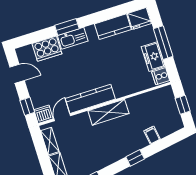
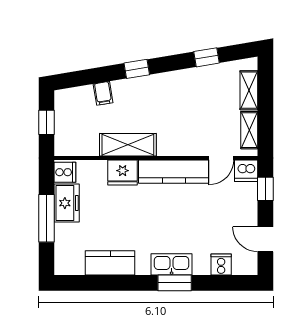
fridge: (139, 19) -> (123, 173), moved, turned 180
cooker: (47, 49) -> (221, 265), width x0.53, depth x0.76
shelving: (108, 112) -> (128, 145), moved

